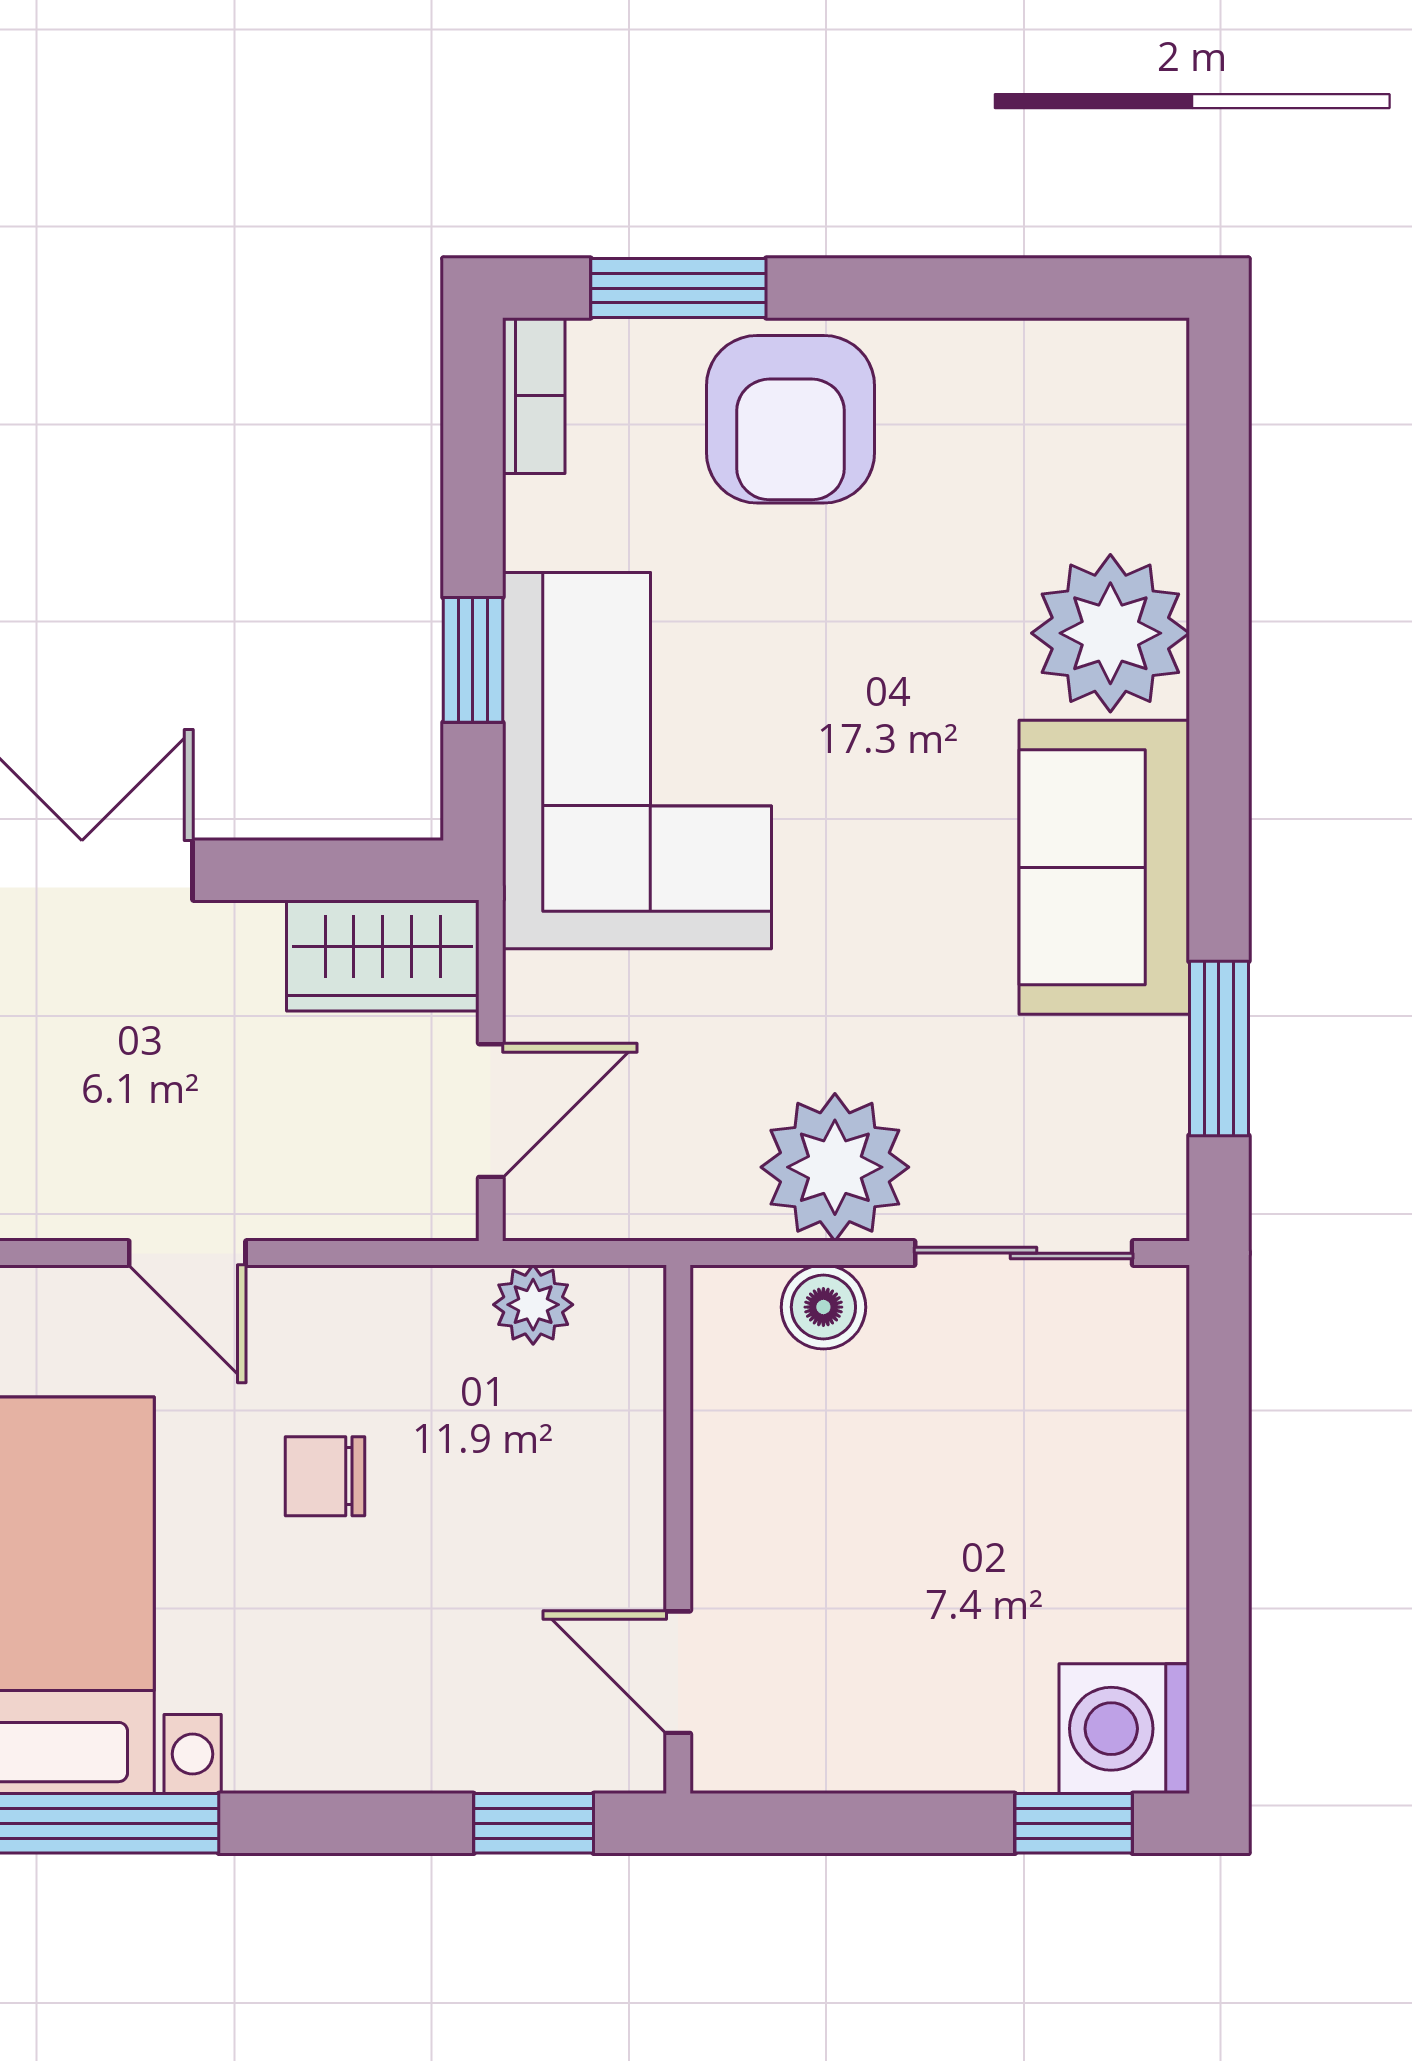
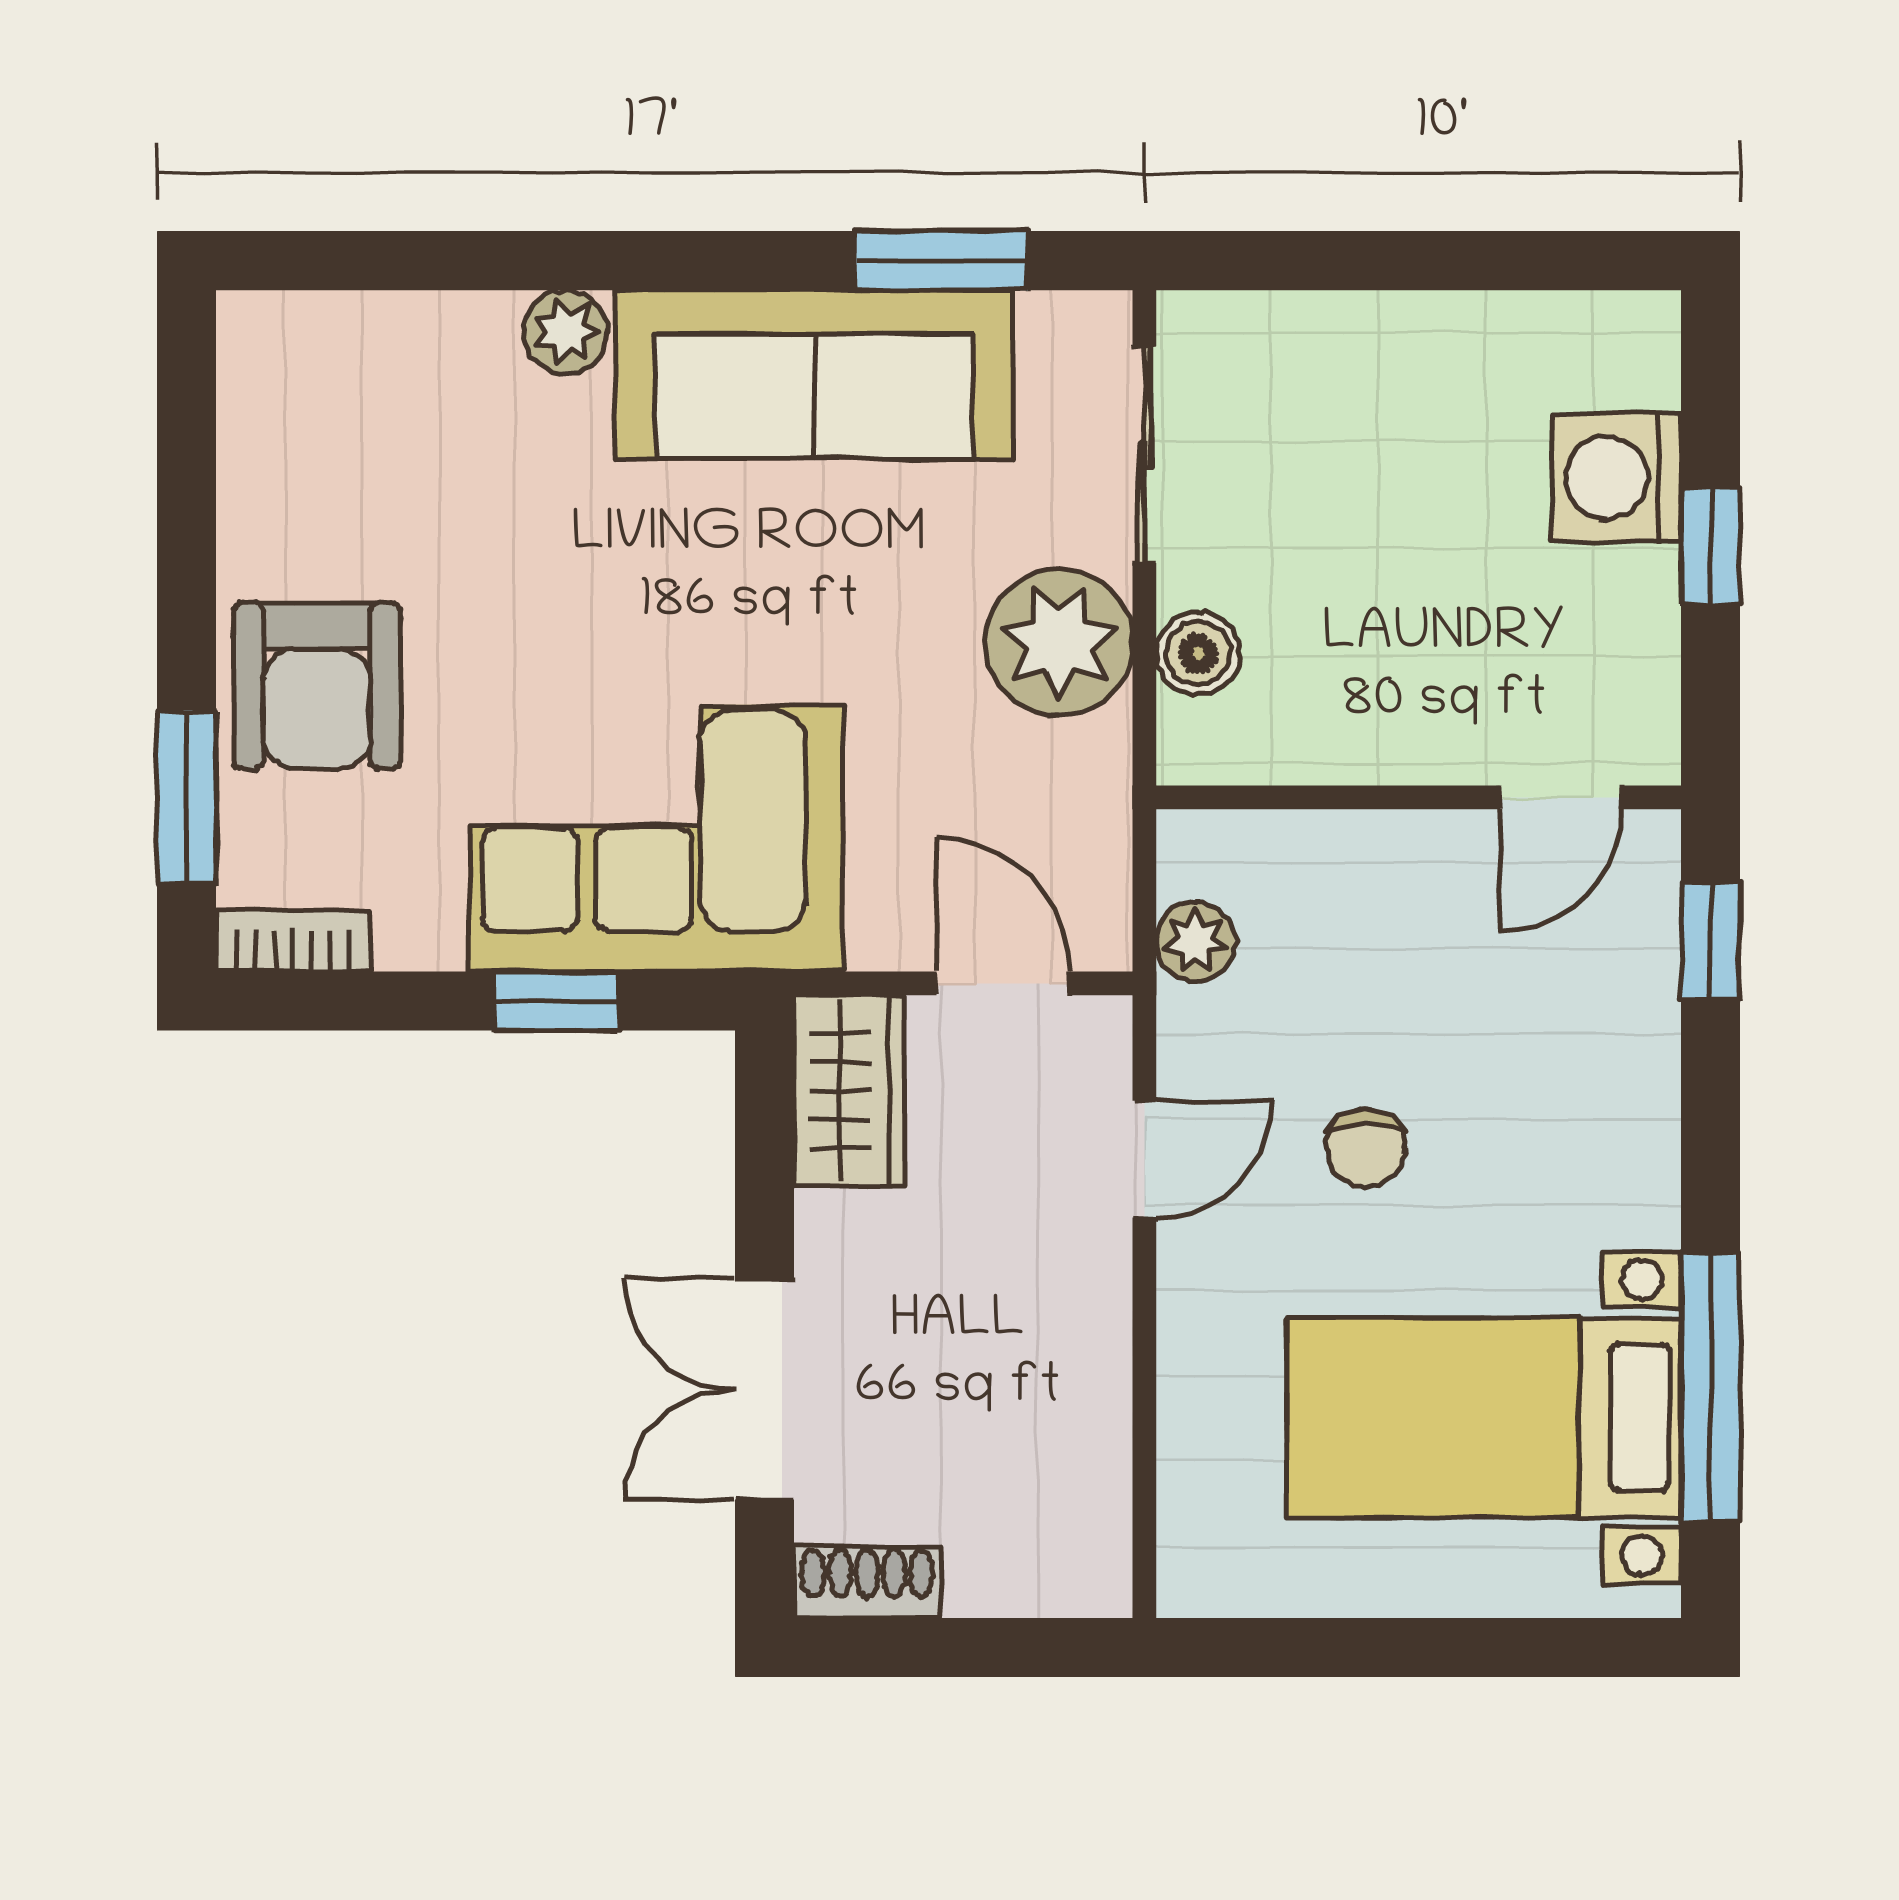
armchair: (791, 419) -> (317, 686), turned 90
plant: (1110, 633) -> (566, 332), width x0.53, depth x0.53
sofa: (1104, 867) -> (814, 374), width x1.36
door: (187, 1253) -> (1144, 1159), moved
washing machine: (1124, 1729) -> (1617, 478), moved, turned 90
window: (1074, 1823) -> (1711, 546), moved

